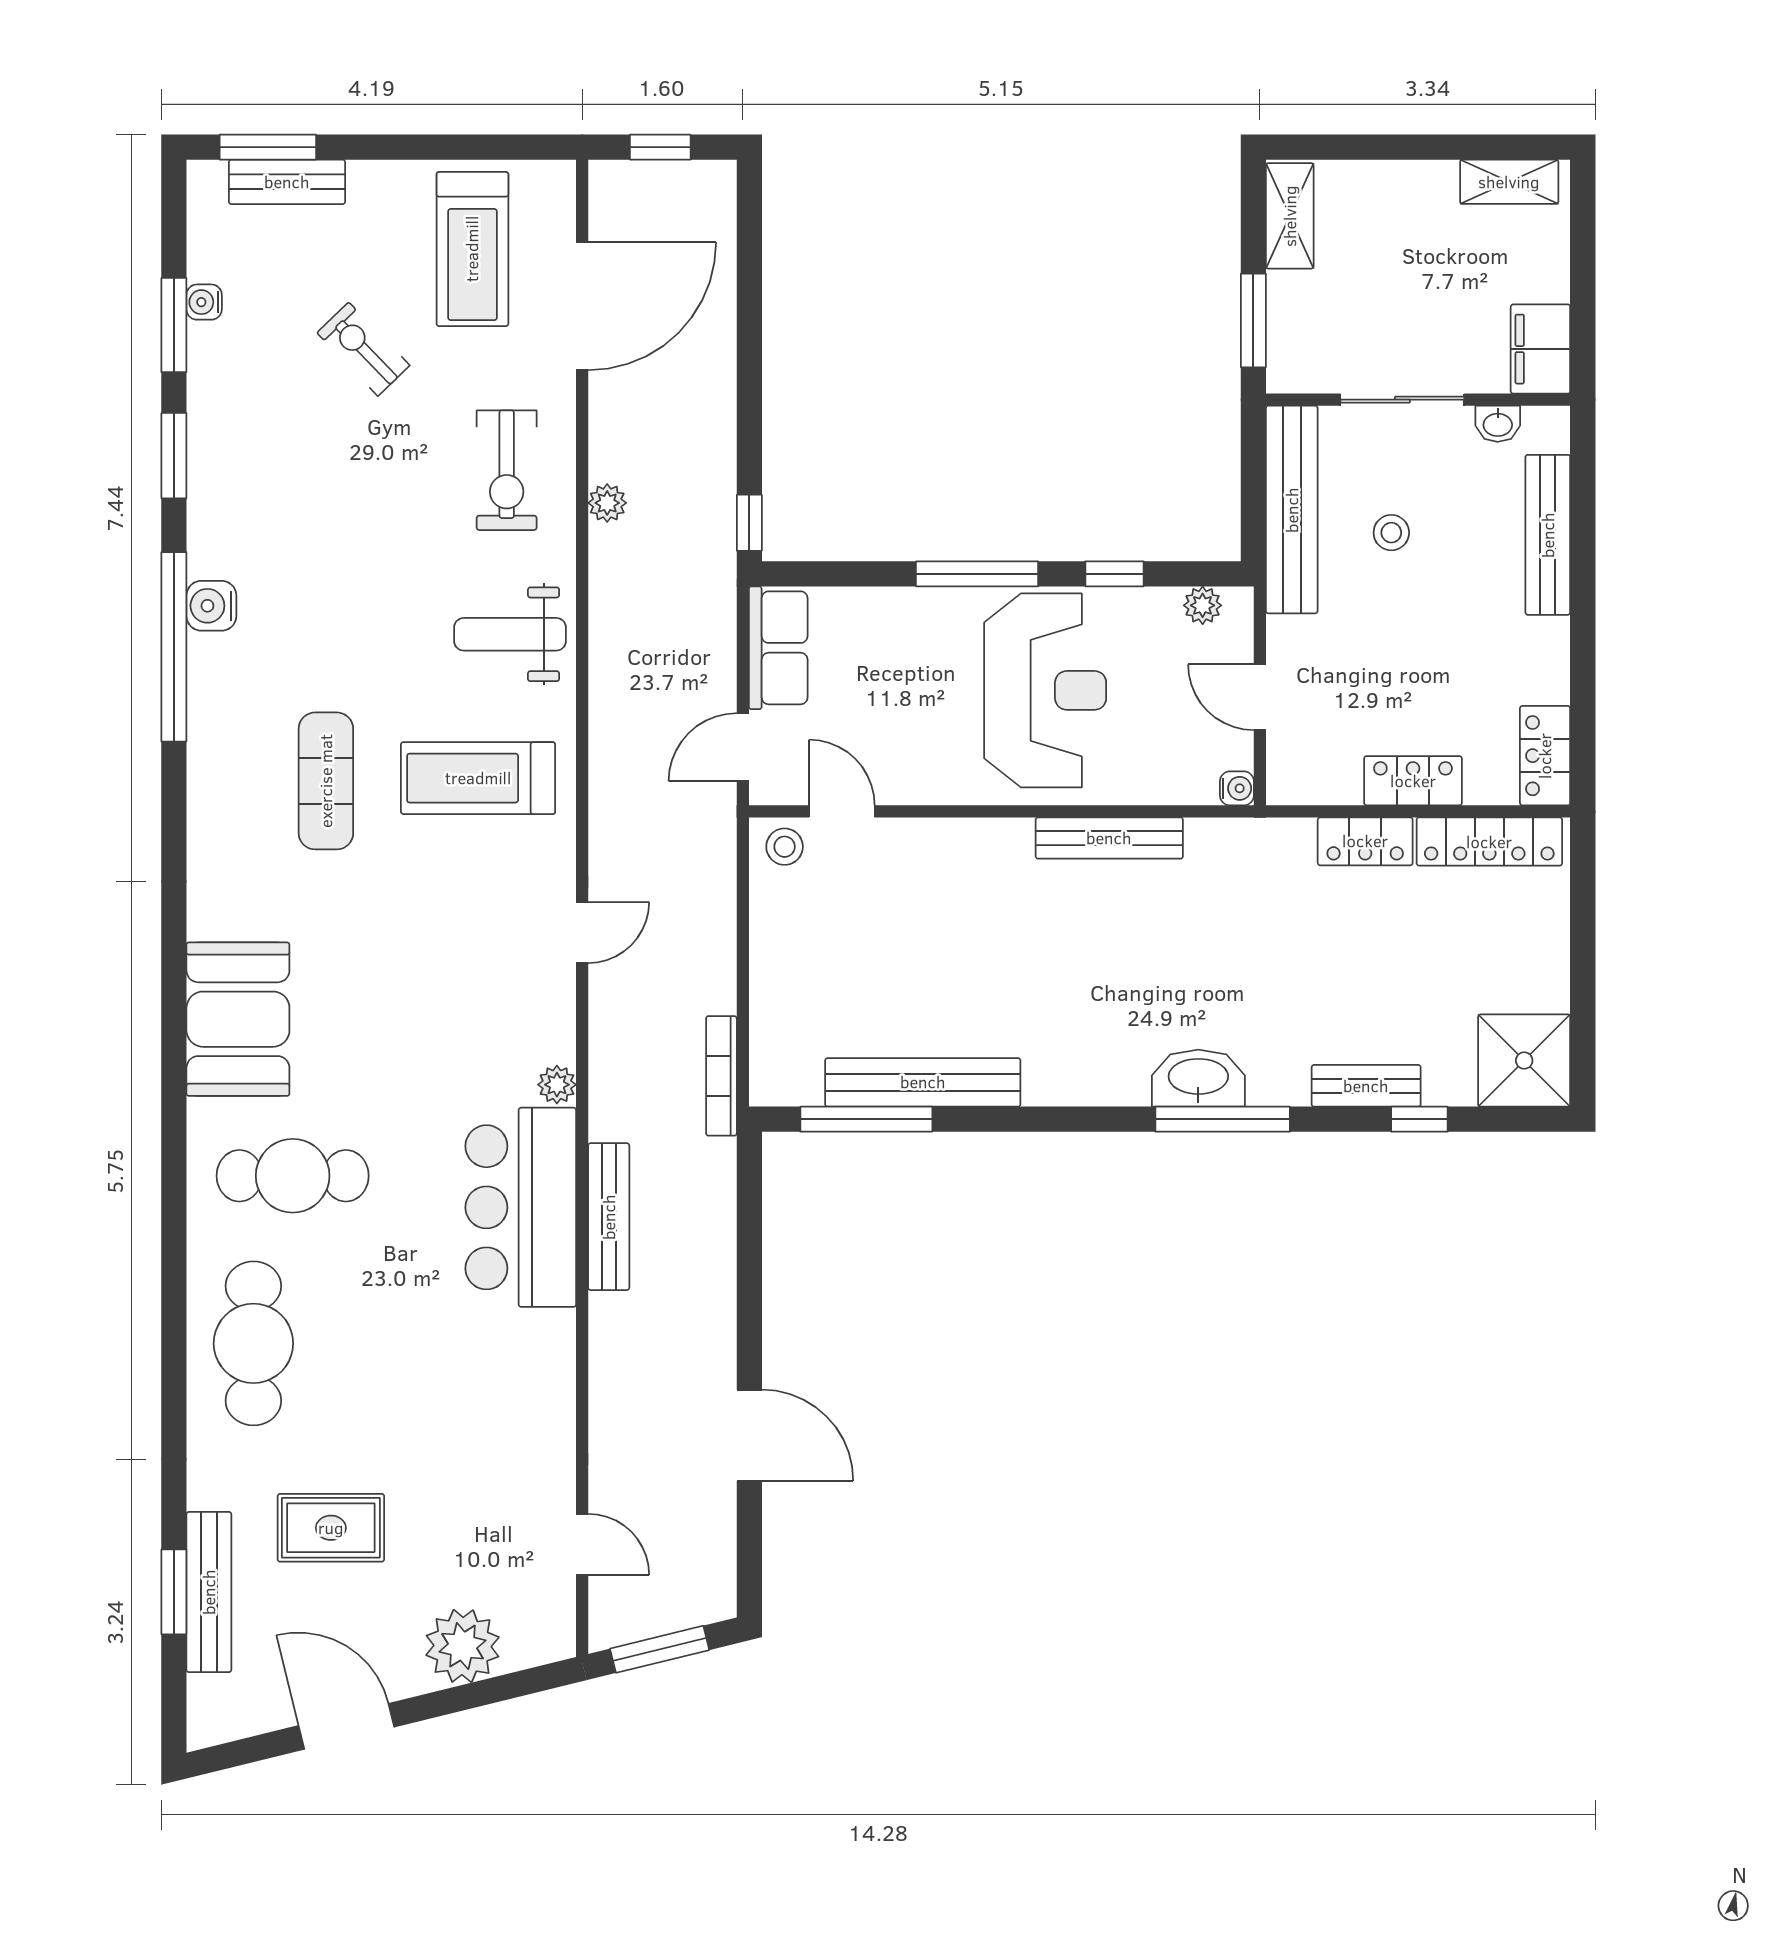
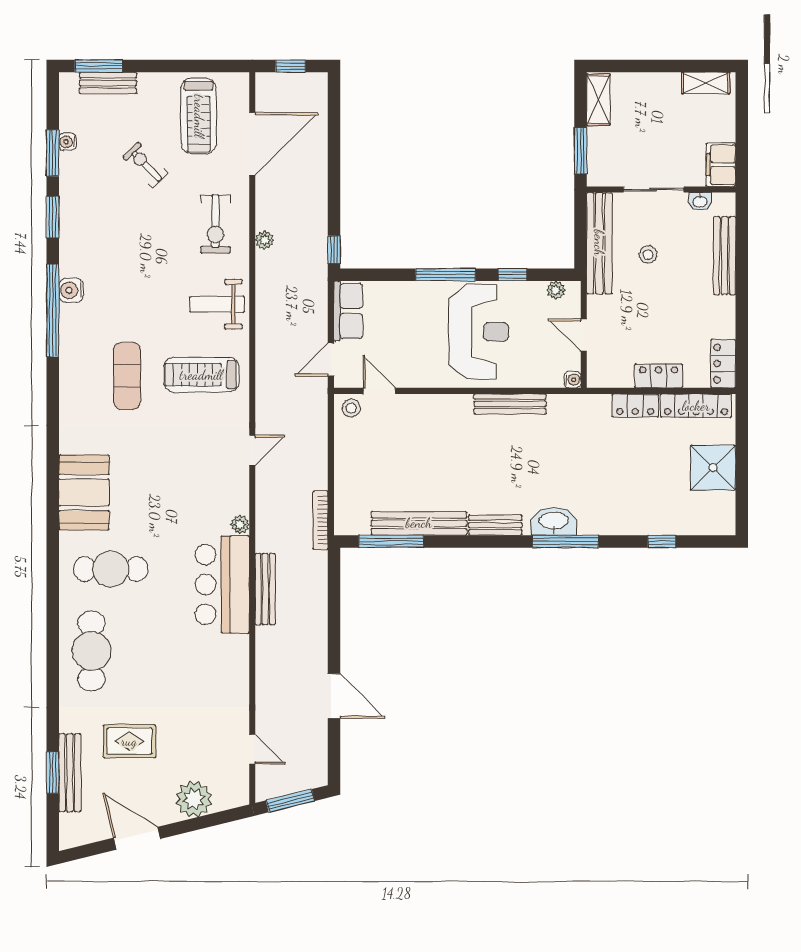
shower: (1524, 1061) -> (713, 468), moved
bench: (1366, 1086) -> (495, 525), moved

